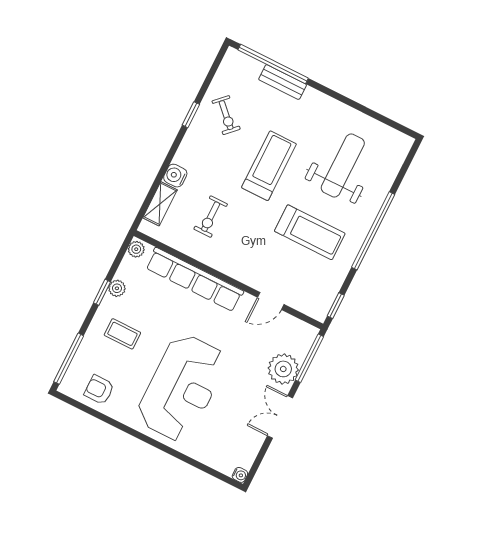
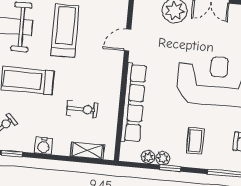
water cooler: (175, 176) -> (44, 146), moved
plant: (136, 249) -> (148, 157), moved
door: (271, 301) -> (128, 40), swing flipped

